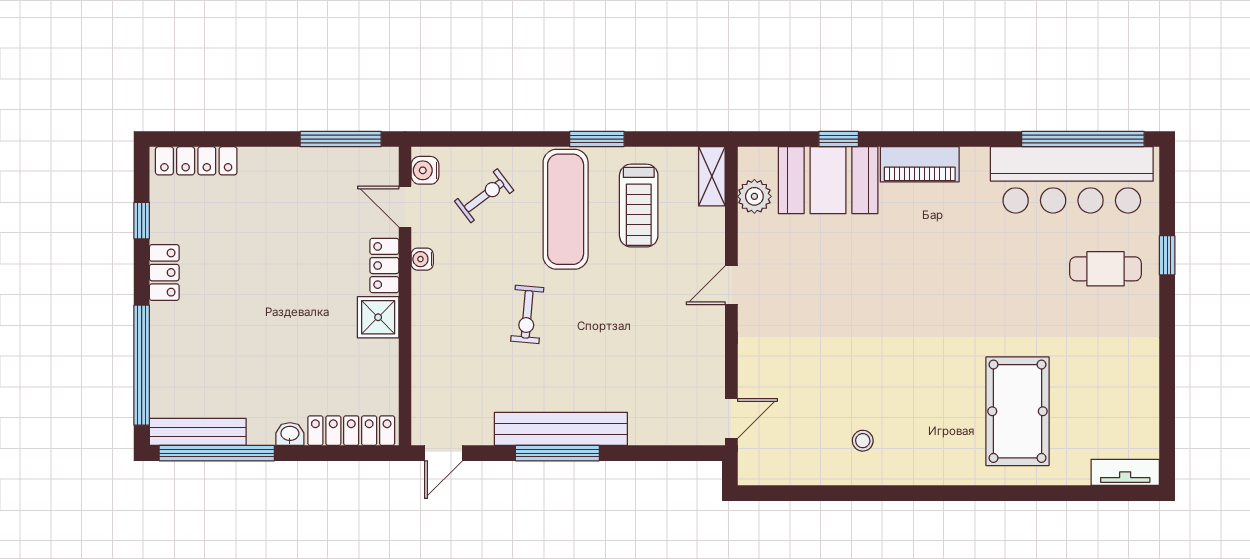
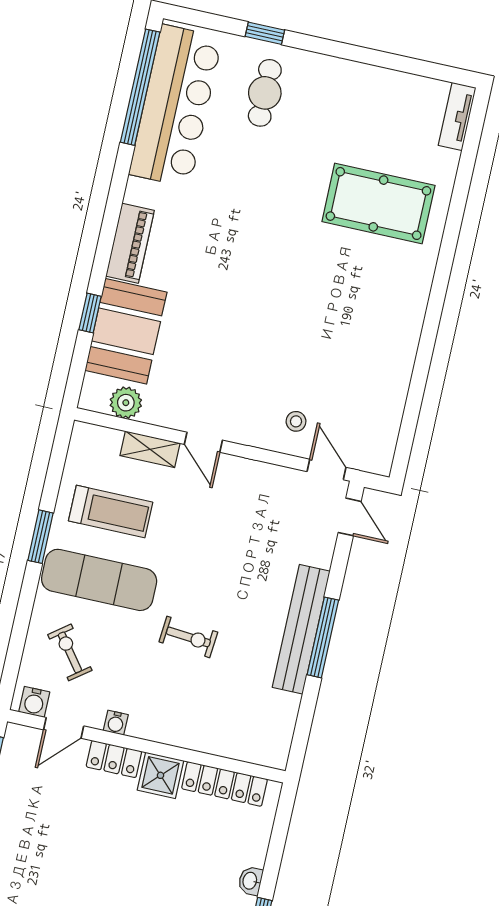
shelving: (712, 176) -> (150, 449), moved
locker: (351, 431) -> (224, 784), moved, turned -90
stool: (863, 441) -> (296, 421), moved
door: (443, 453) -> (350, 517), moved

